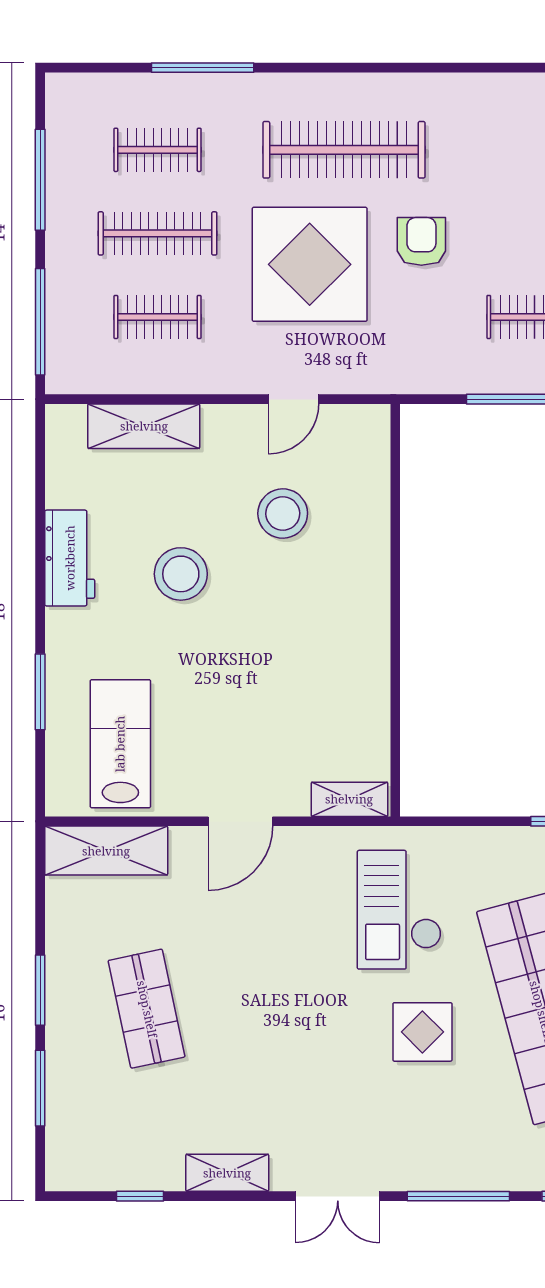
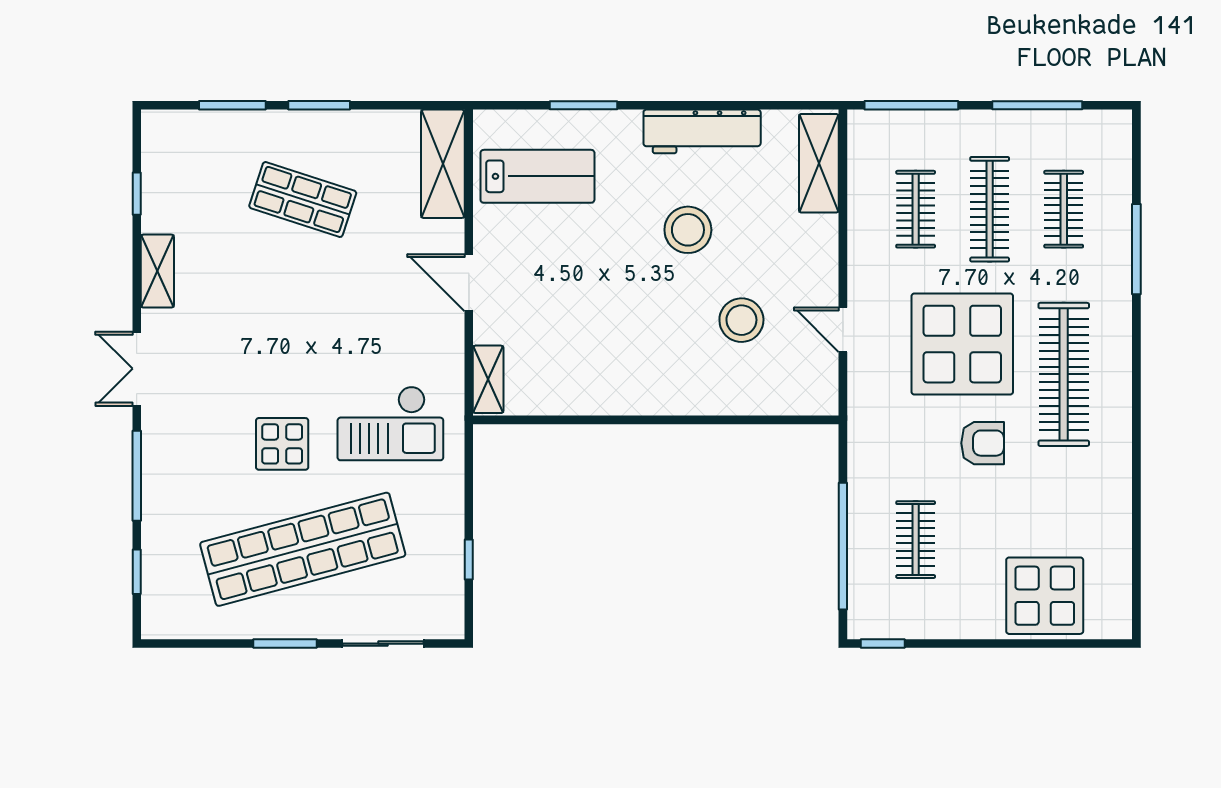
shelving: (144, 426) -> (819, 163), moved
workbench: (70, 558) -> (702, 131), width x1.38
checkout: (399, 910) -> (390, 423), turned 180
shop shelf: (147, 1009) -> (303, 200), turned 30

